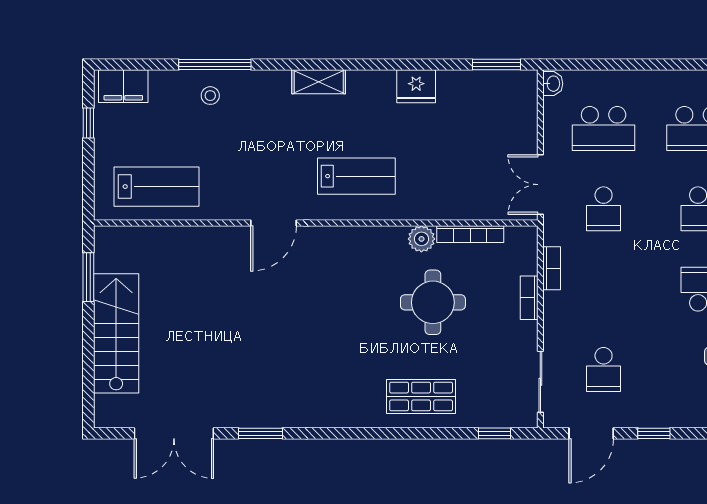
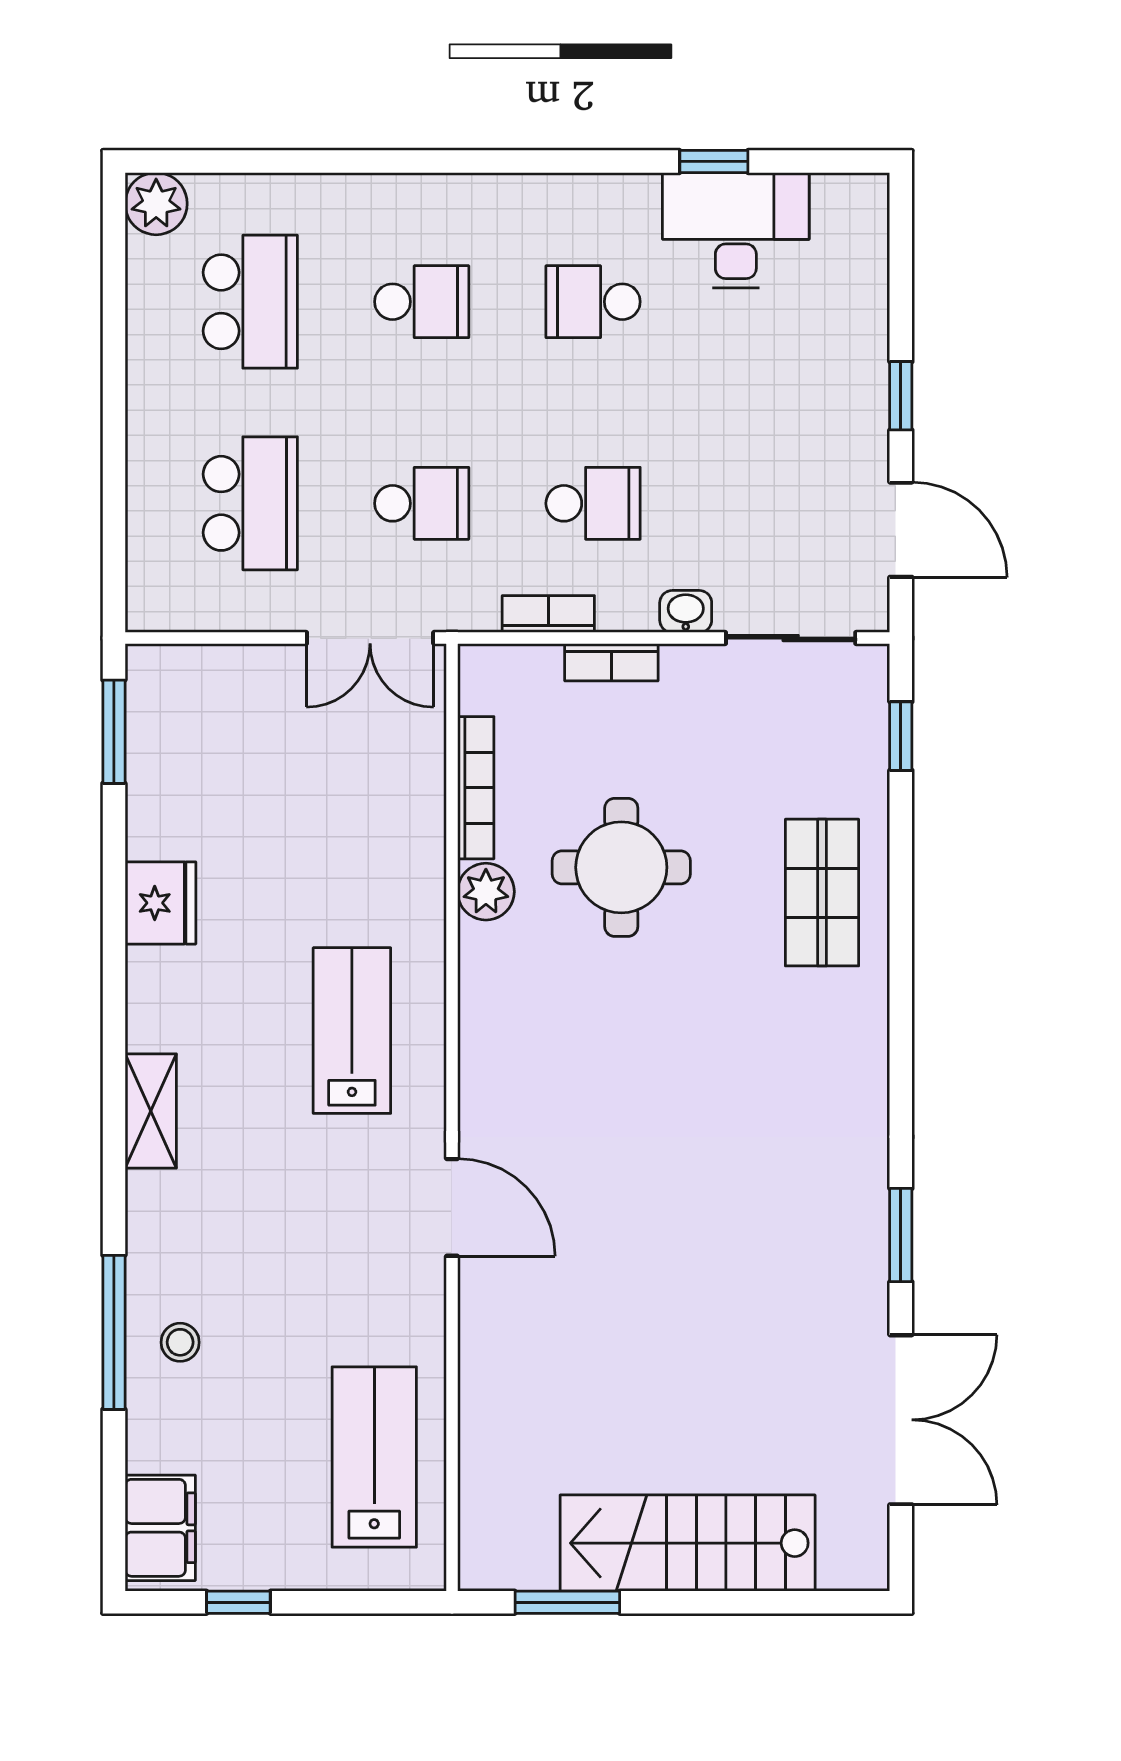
washbasin: (553, 84) -> (686, 611), moved
school desk: (604, 369) -> (593, 503), moved

